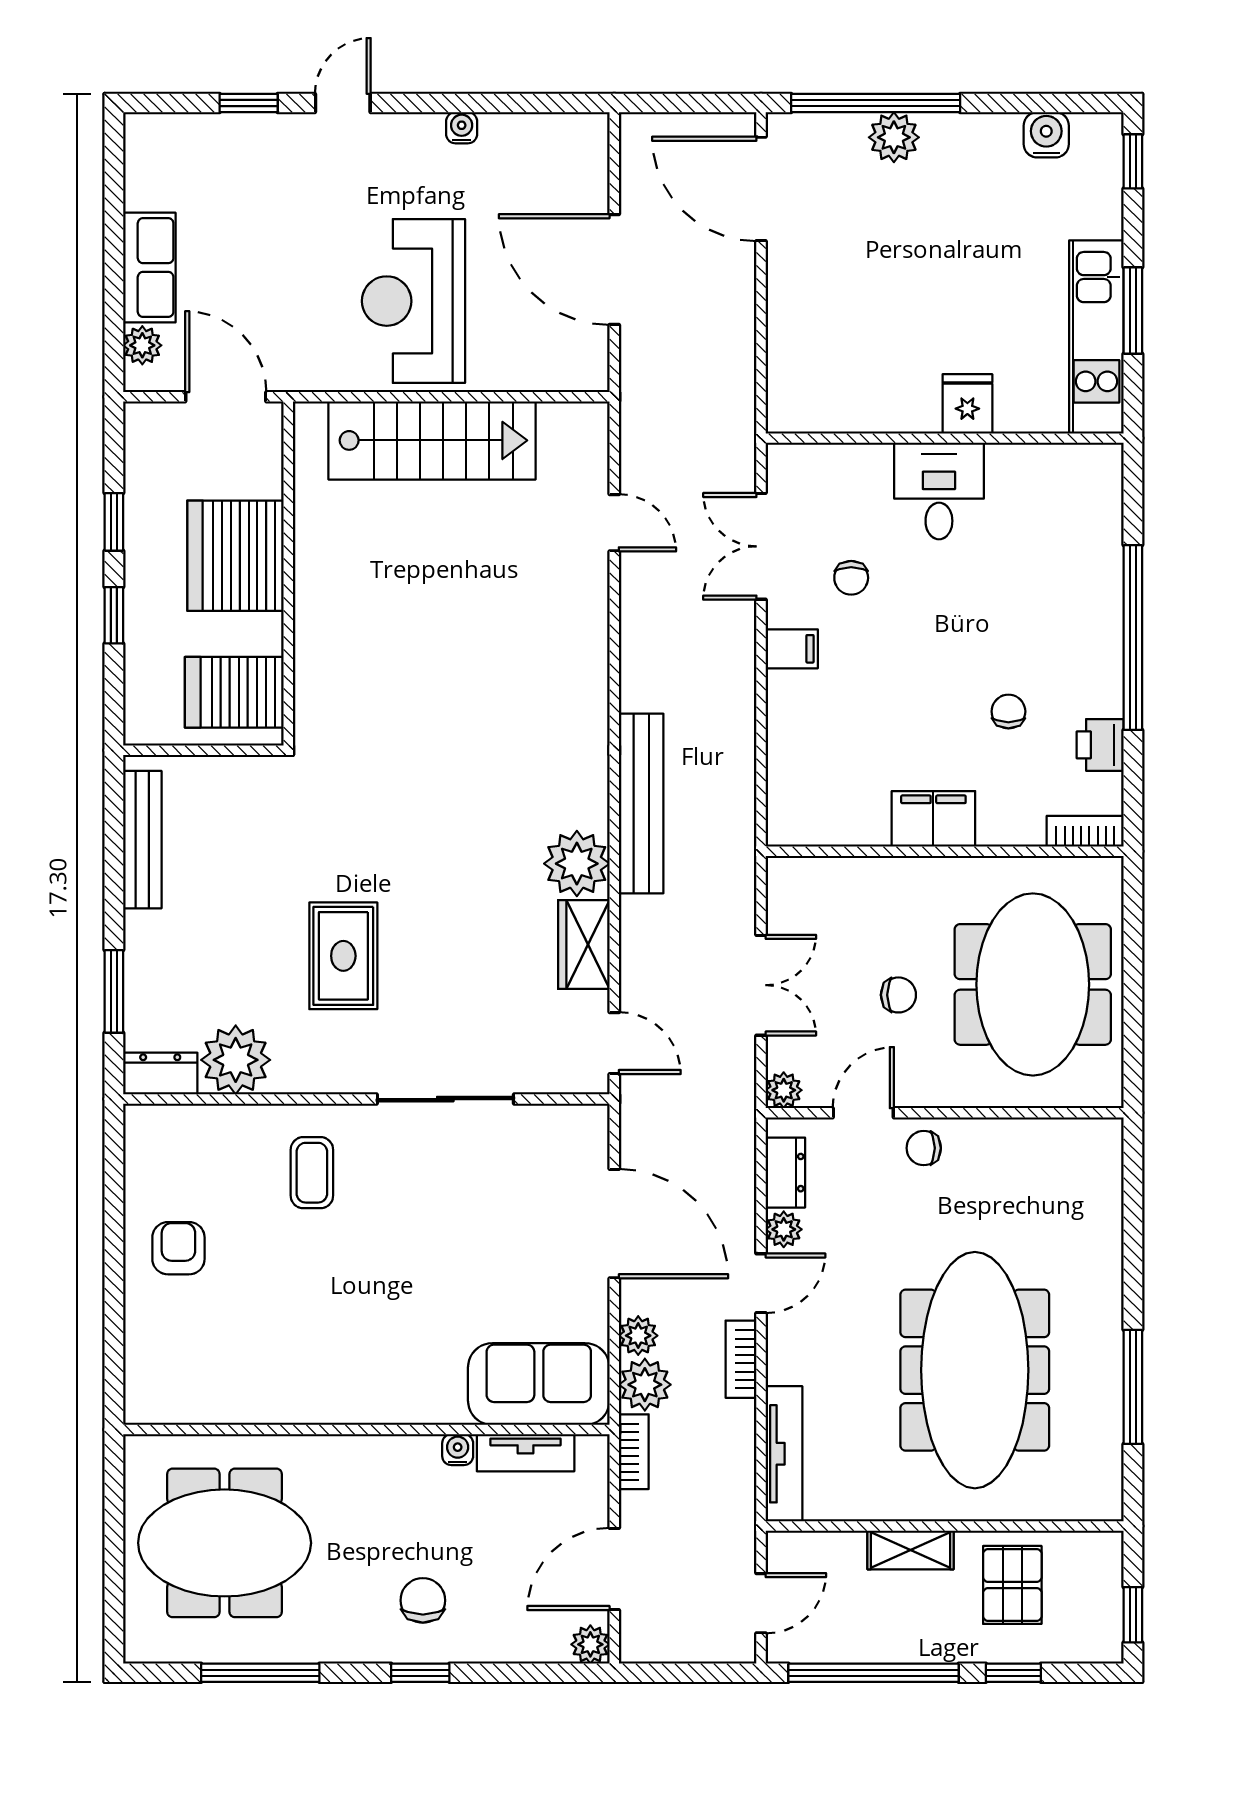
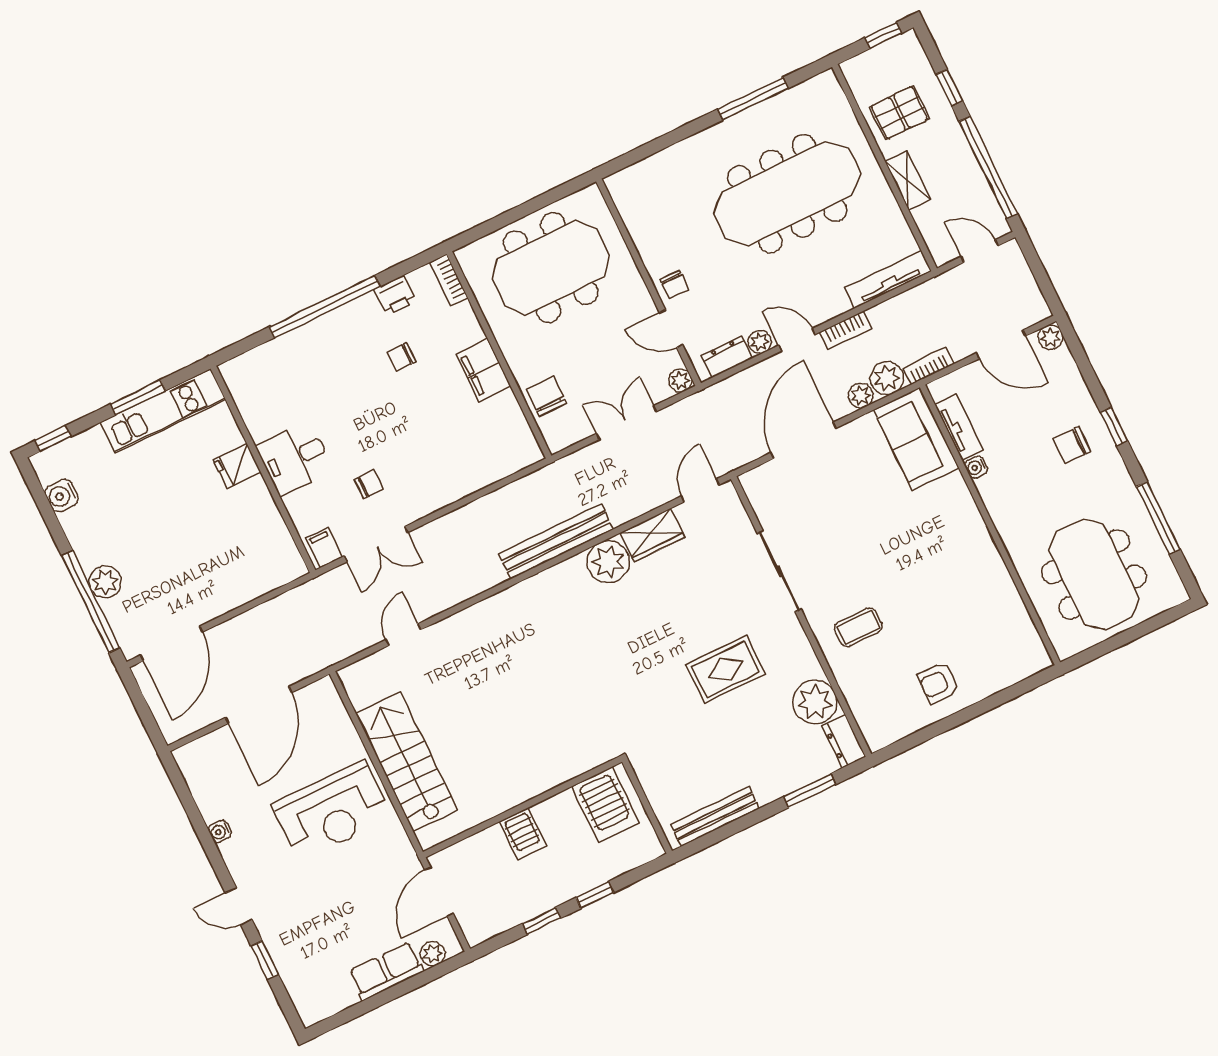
server rack: (236, 556) -> (523, 834), width x0.46, depth x0.70
filing cabinet: (792, 649) -> (324, 548), moved
chair: (898, 995) -> (546, 396), moved, width x1.37, depth x1.37

